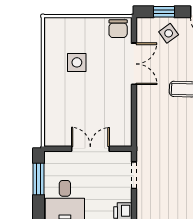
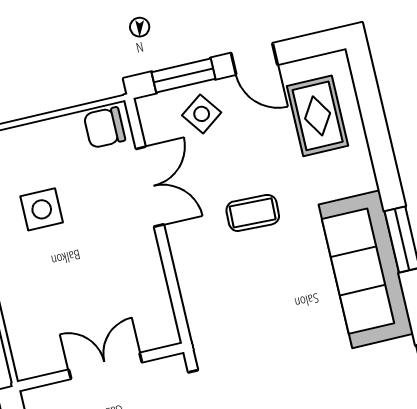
window: (164, 12) -> (183, 75), width x1.50
chair: (118, 29) -> (104, 128), turned 90

